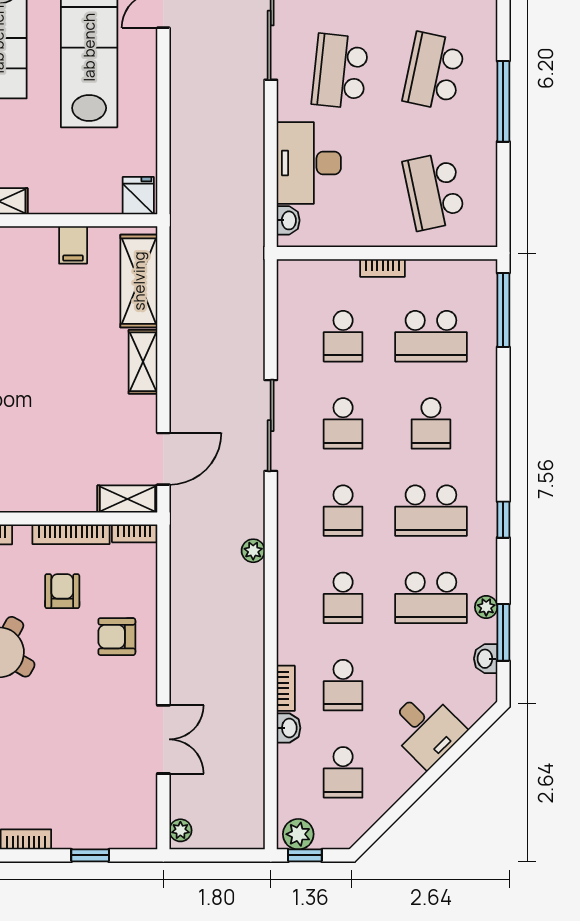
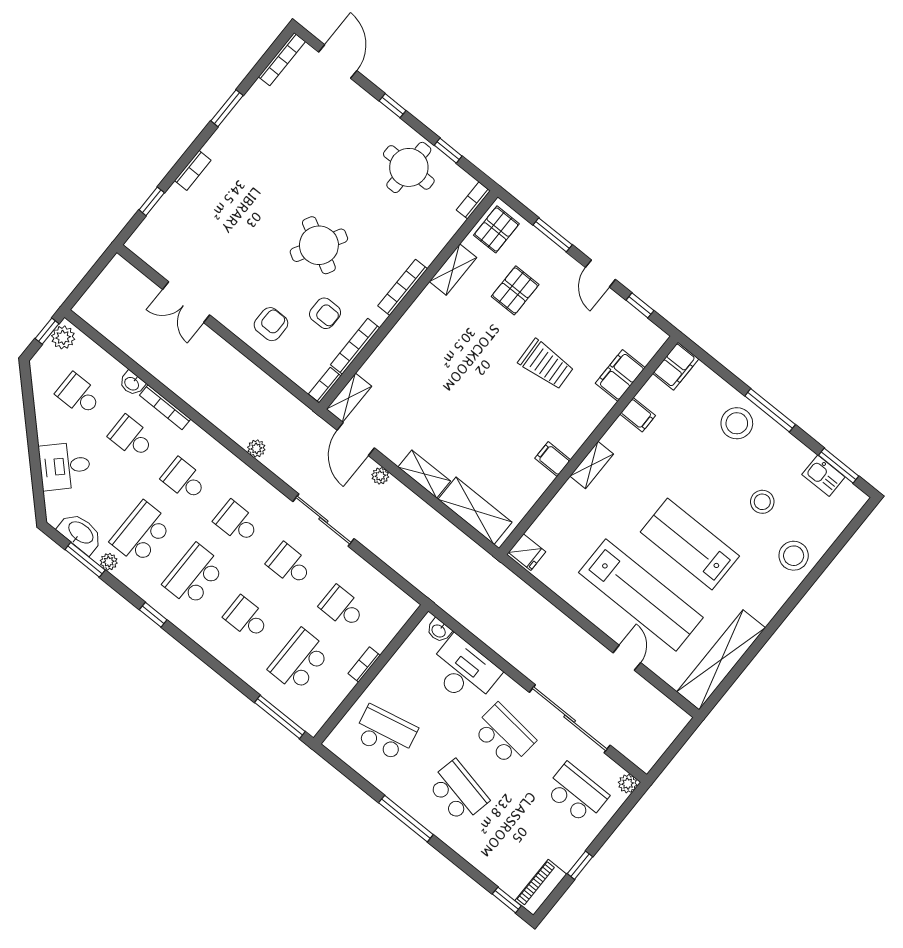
filing cabinet: (73, 245) -> (553, 459), moved
washbasin: (486, 659) -> (80, 533), width x1.91, depth x1.45
bookcase: (286, 688) -> (165, 407), width x1.56
plant: (180, 830) -> (380, 476), moved

